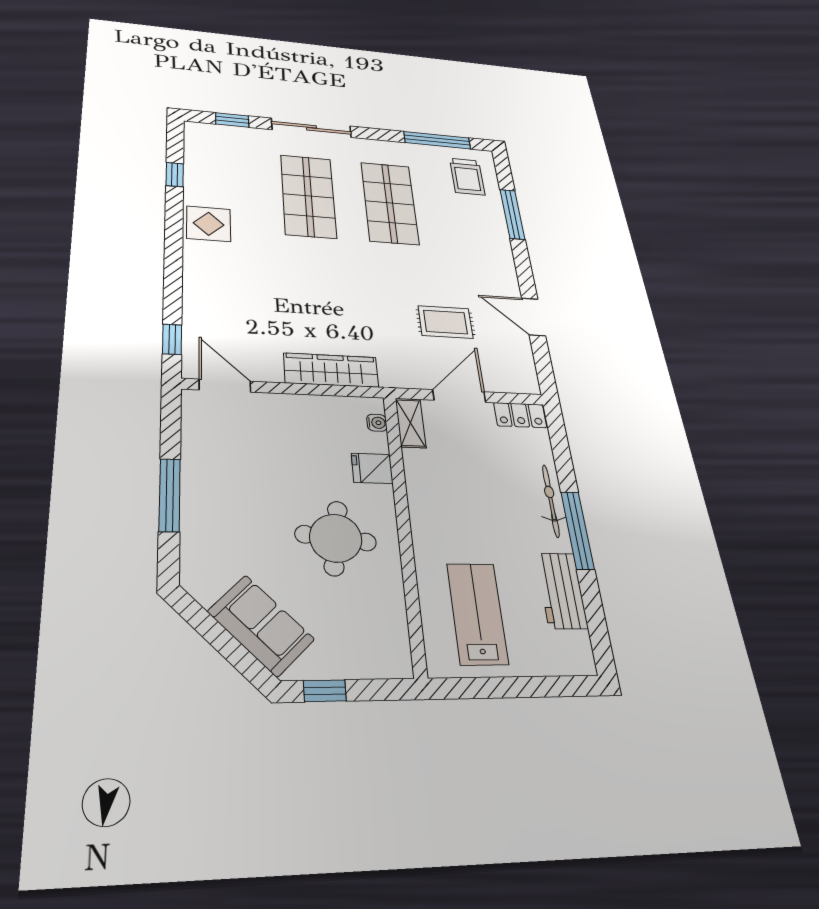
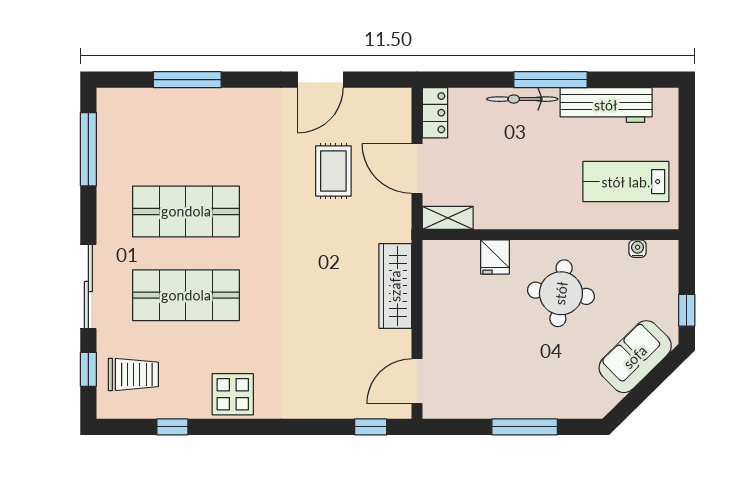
trolley: (467, 177) -> (133, 374), moved
water cooler: (377, 423) -> (638, 249), moved
workbench: (562, 591) -> (606, 105), width x1.37

